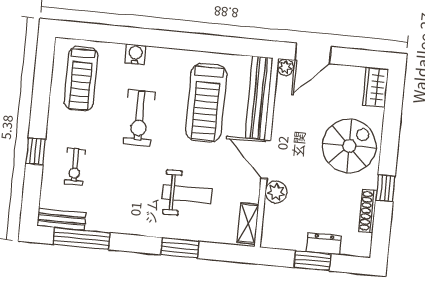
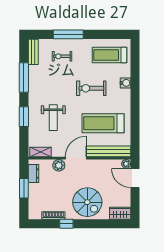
window: (36, 151) -> (68, 34), width x2.17
window: (82, 239) -> (24, 77), moved
dresser: (324, 244) -> (33, 174), moved

